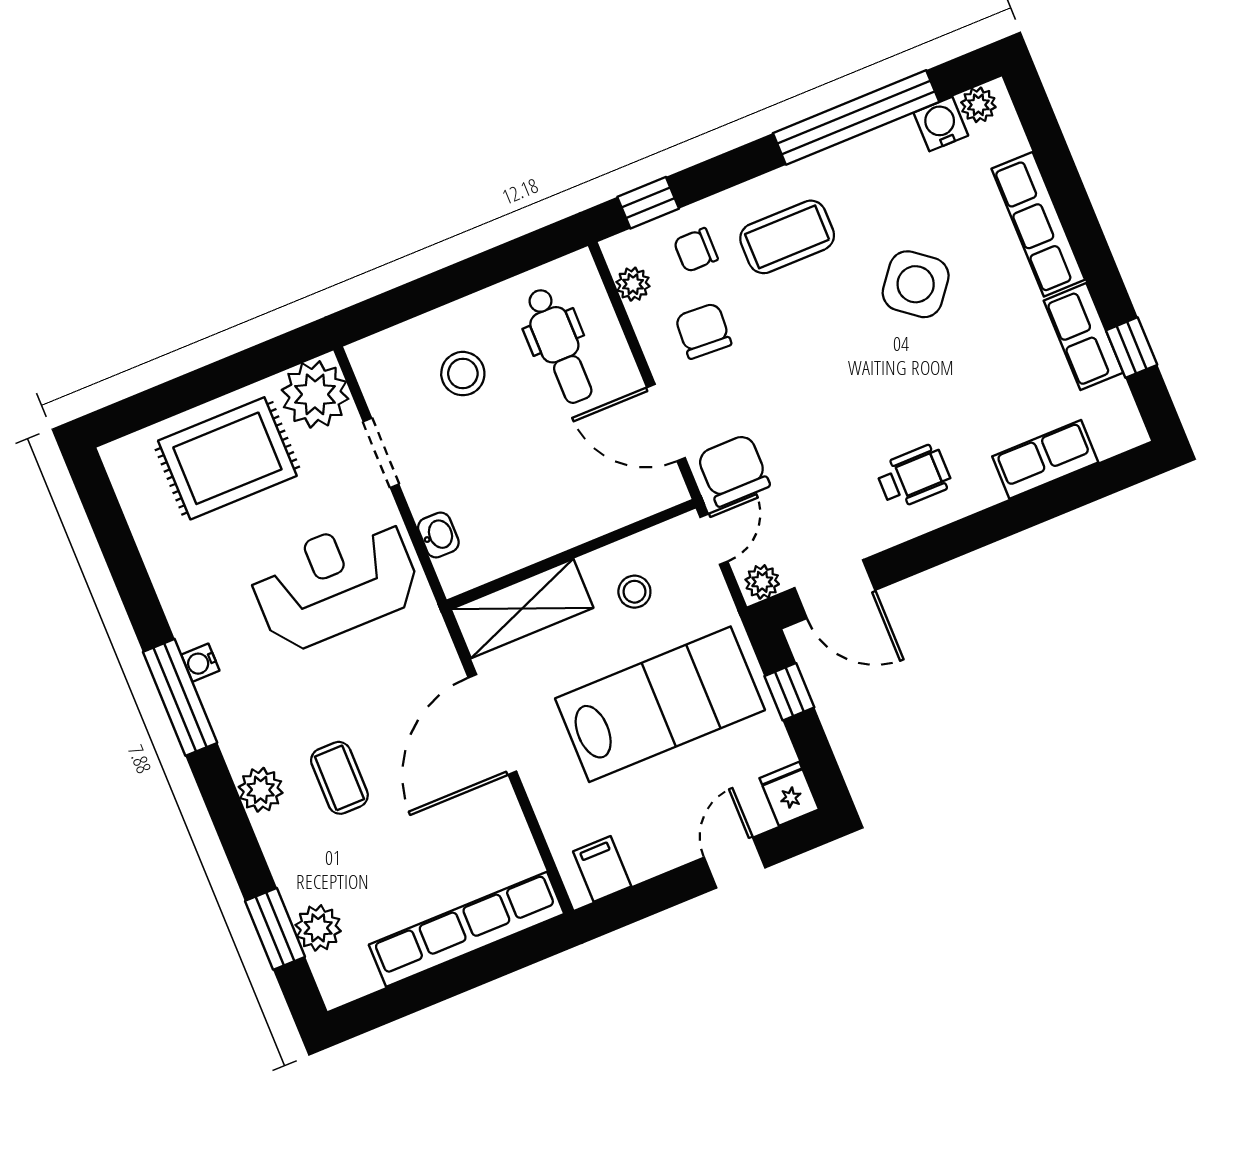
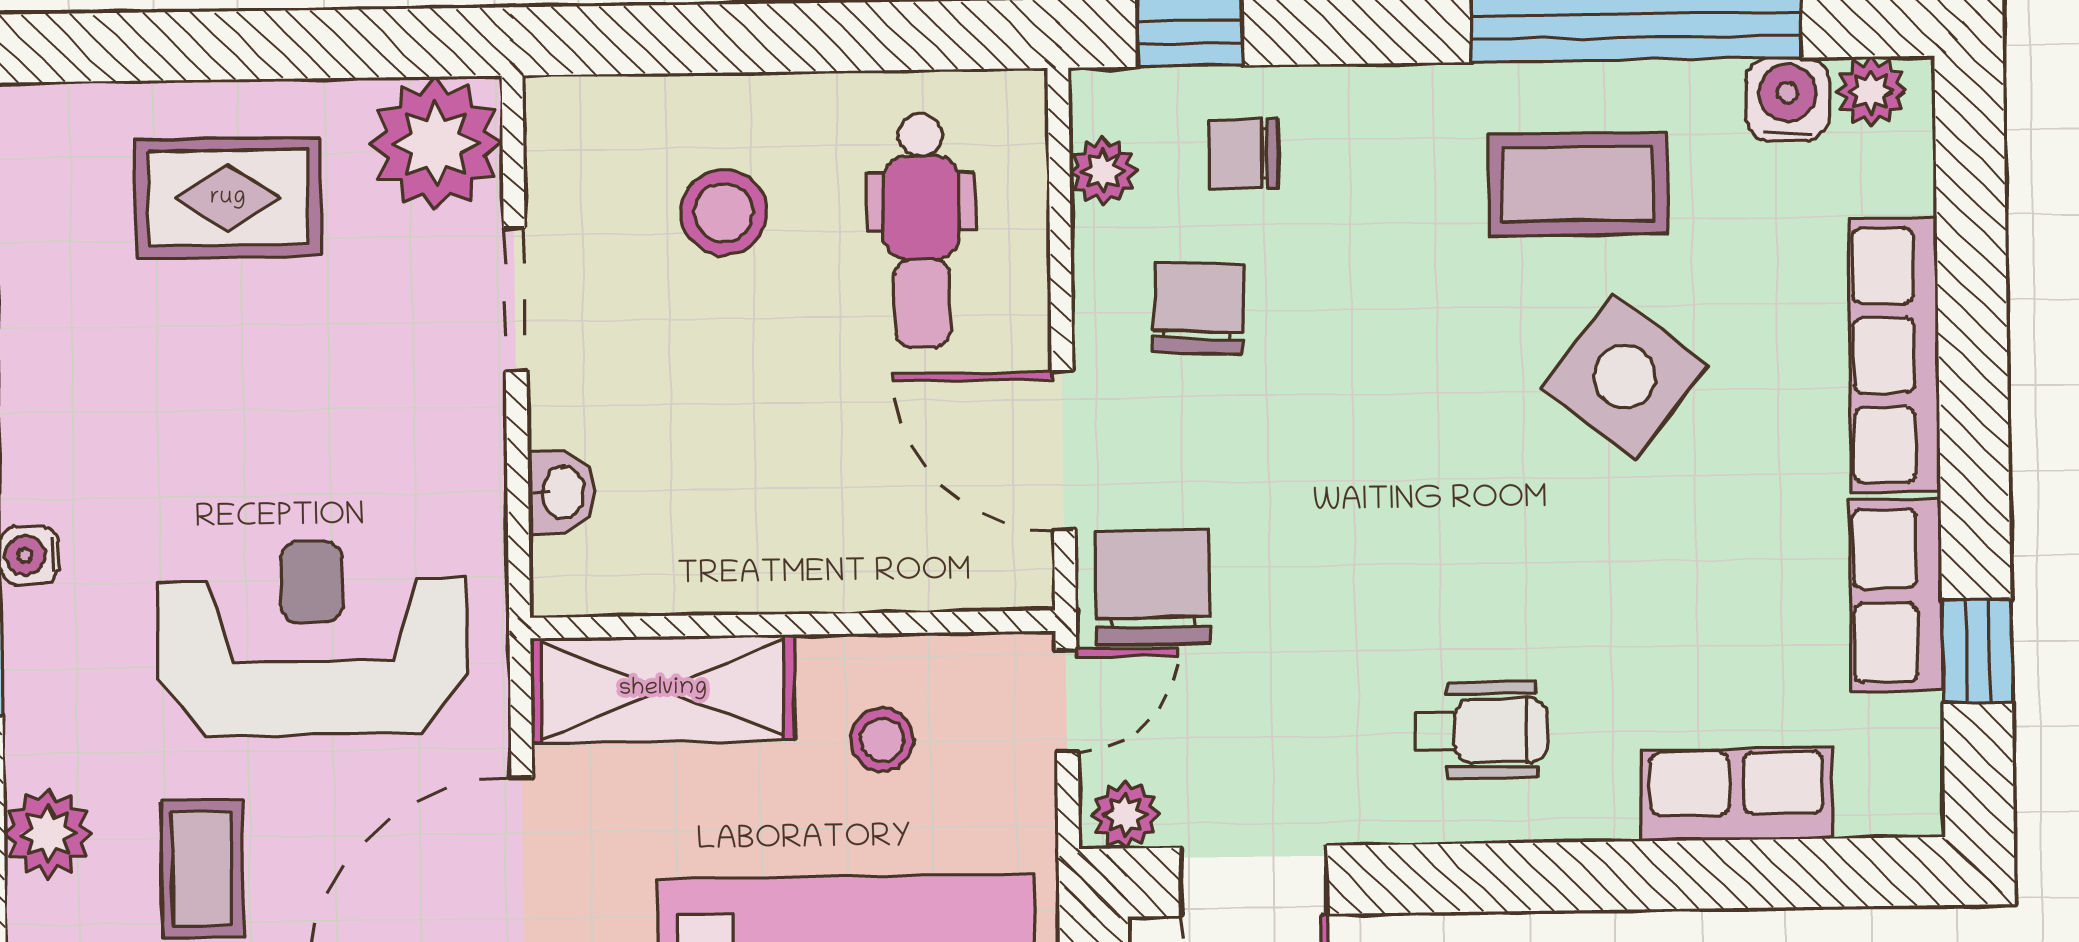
coffee table: (787, 237) -> (1578, 184), moved
rug: (227, 458) -> (228, 198), width x0.73, depth x0.70
reception desk: (335, 583) -> (312, 638), moved

